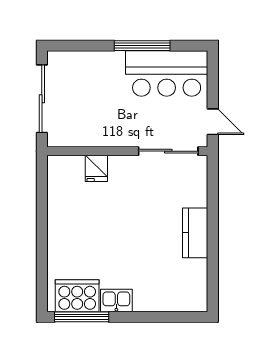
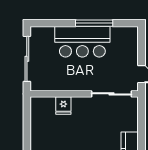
bar counter: (167, 74) -> (82, 42), moved

